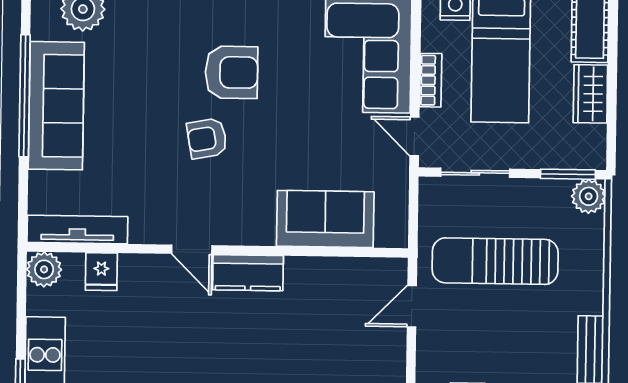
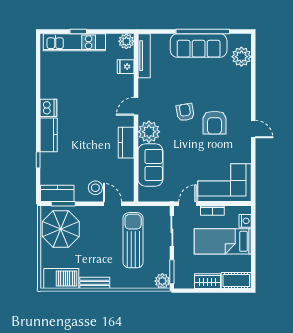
plant: (250, 221) -> (149, 132), added
kitchen counter: (248, 273) -> (126, 143), moved
stool: (375, 345) -> (95, 188), added

